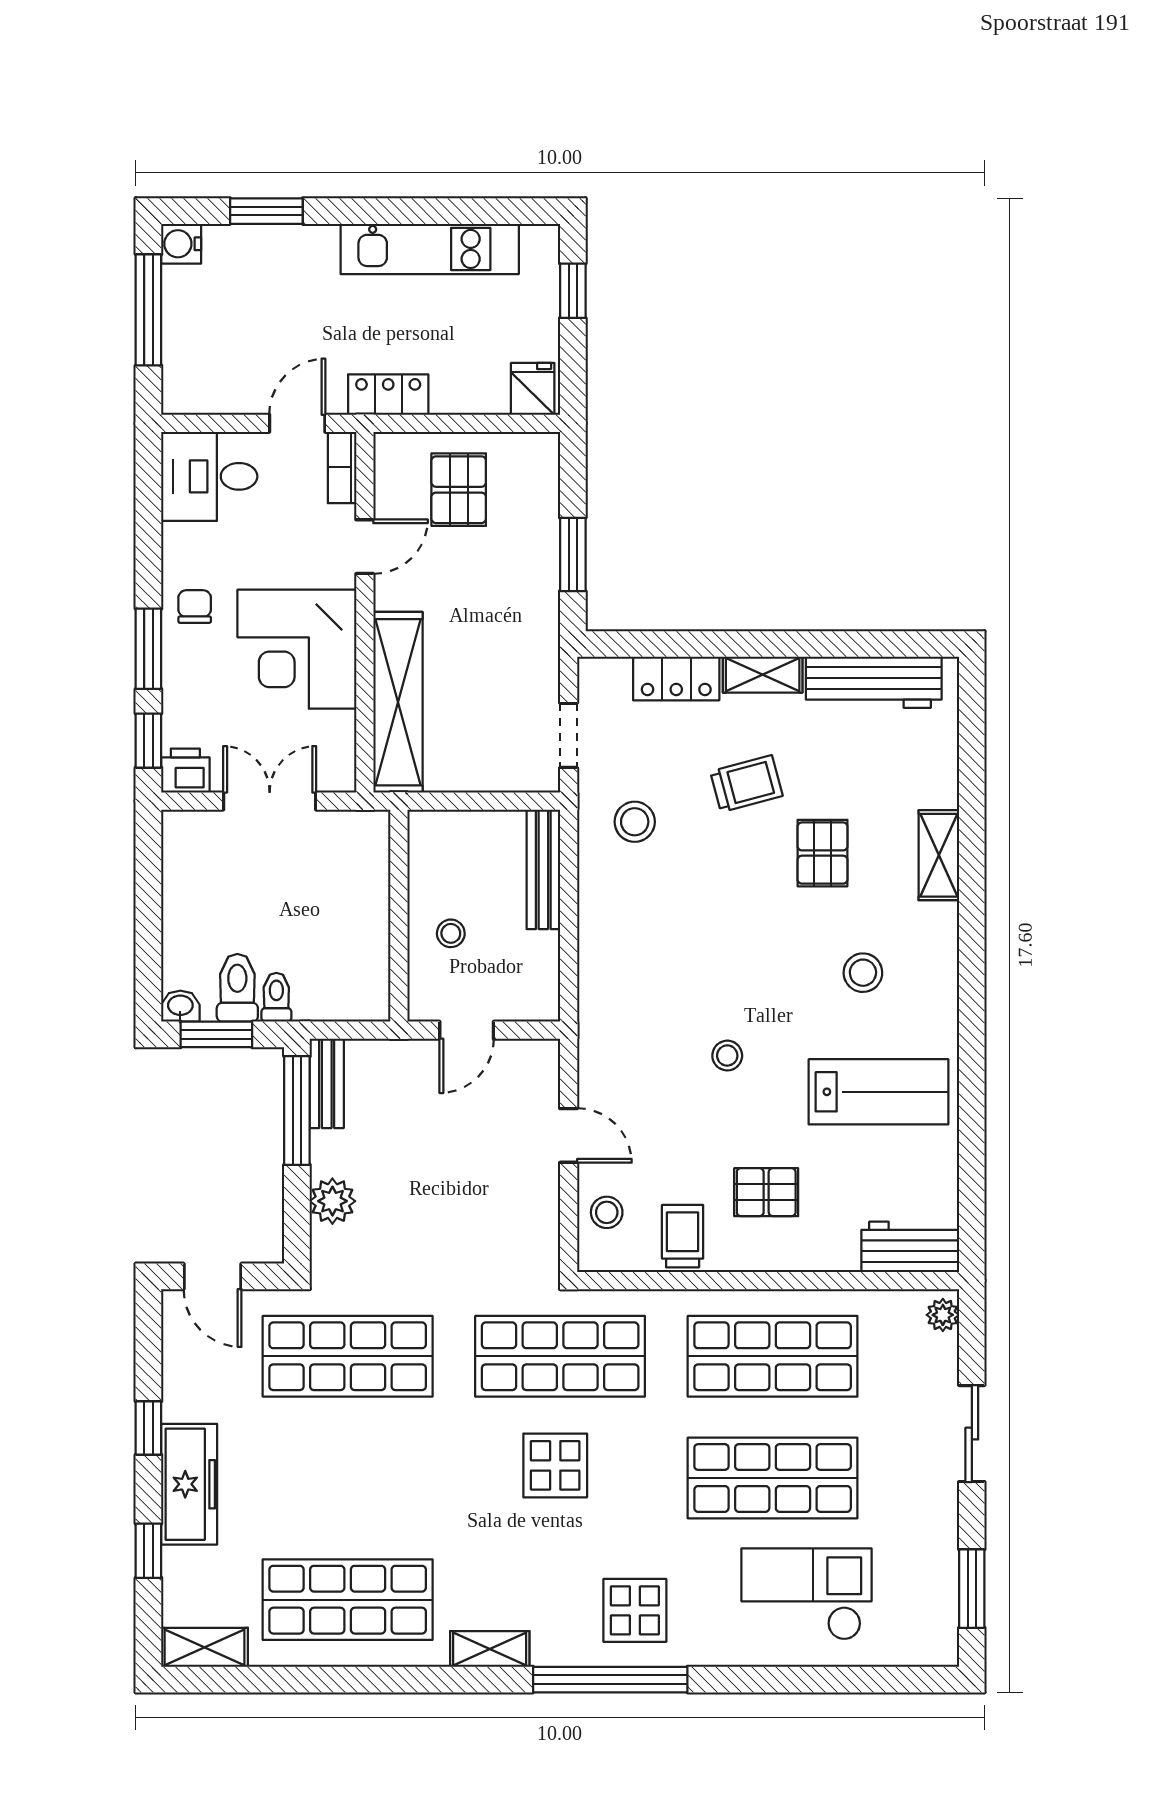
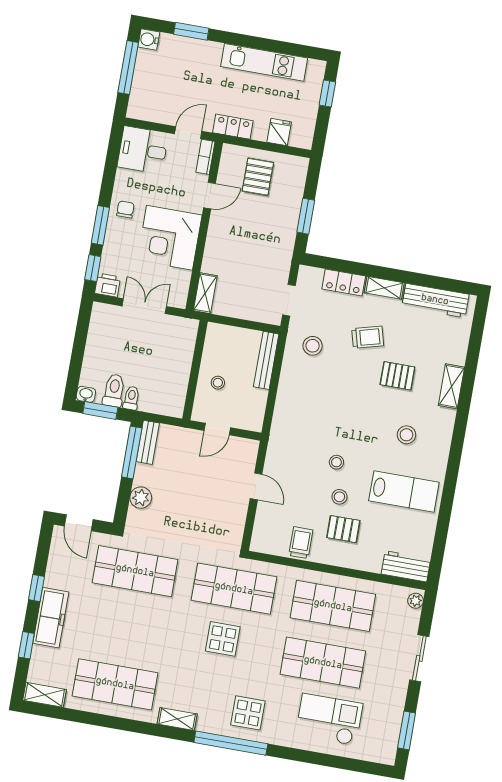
fridge: (533, 389) -> (279, 132), moved
shelving: (398, 702) -> (205, 293), width x0.45, depth x0.75
pallet: (823, 853) -> (397, 376), turned 90
stool: (607, 1212) -> (339, 497), moved

